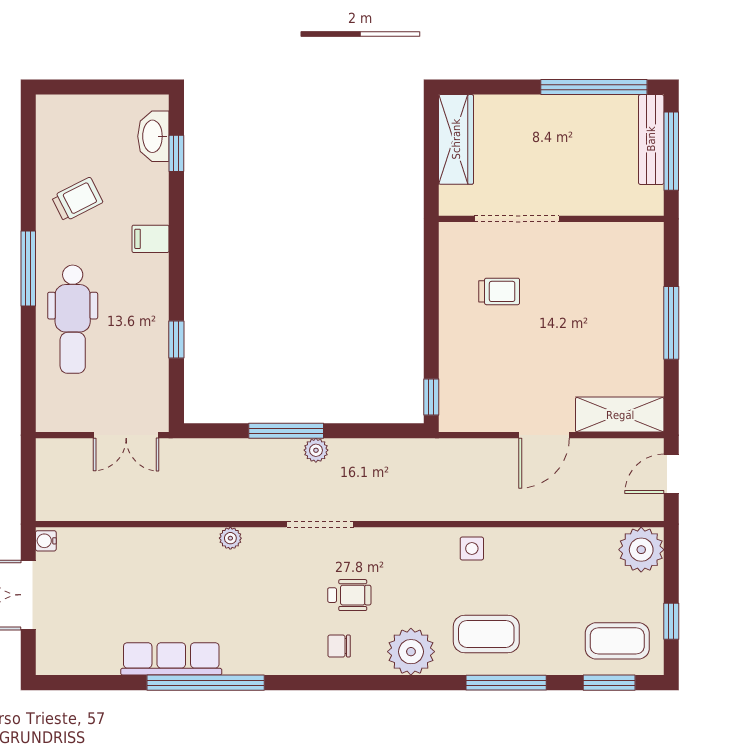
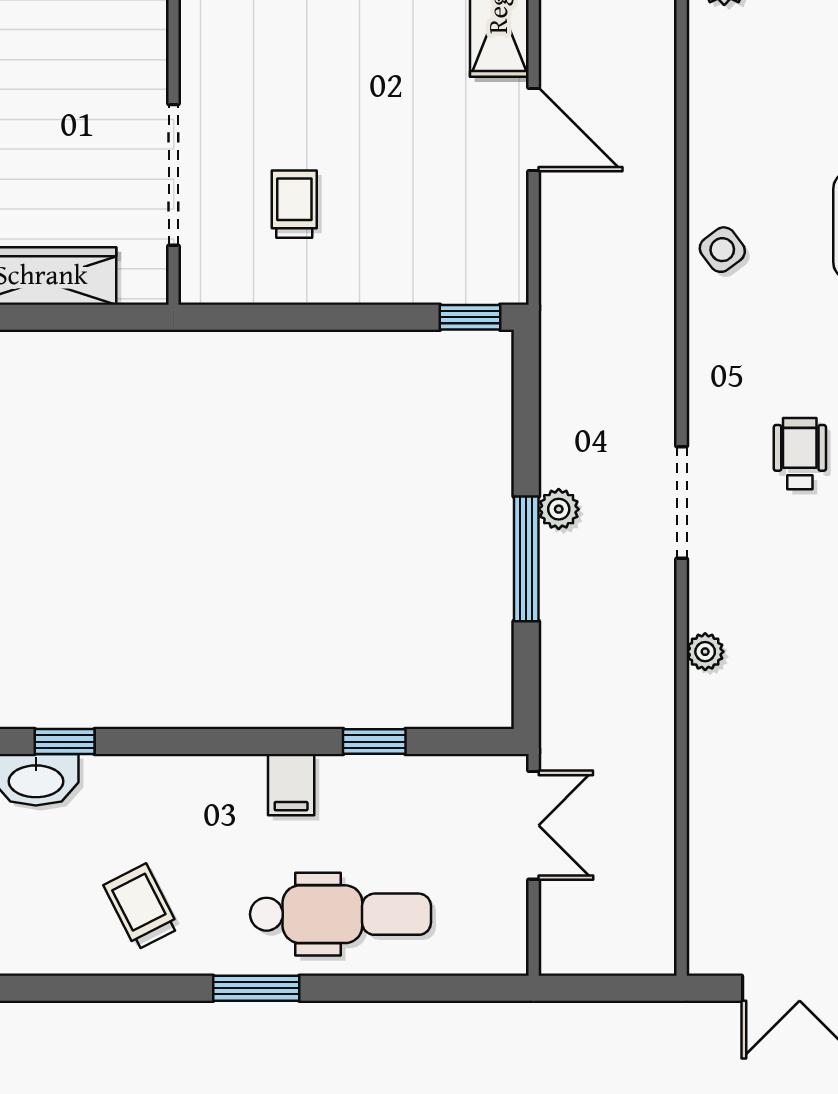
filing cabinet: (150, 239) -> (291, 785), moved
window: (28, 269) -> (256, 988), width x0.69
water cooler: (46, 541) -> (710, 959), removed
side table: (472, 548) -> (722, 250), turned -37

